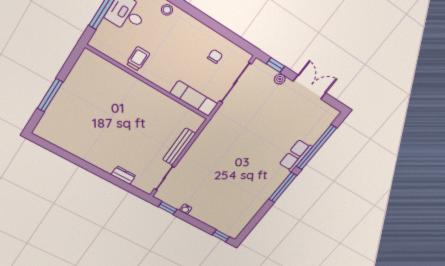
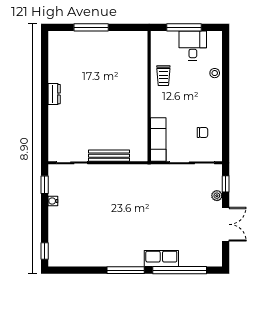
trolley: (138, 59) -> (163, 76), turned 90
dresser: (123, 175) -> (54, 94), moved

